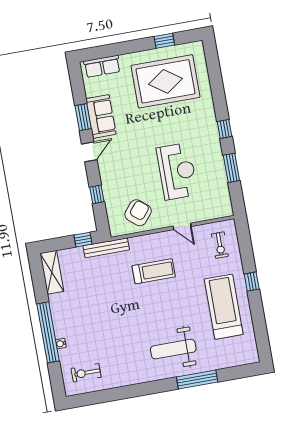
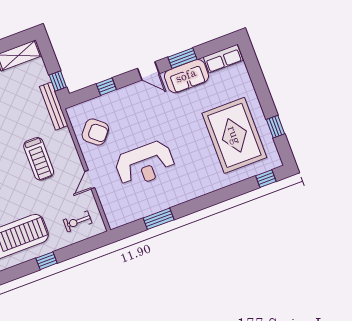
row of seats: (102, 66) -> (223, 59), moved, turned -90
window: (225, 129) -> (266, 179), moved

